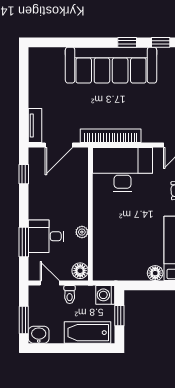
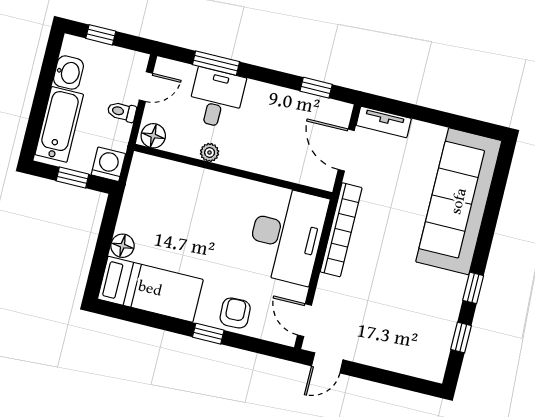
sofa: (111, 65) -> (459, 201), moved
window: (24, 320) -> (101, 35), width x0.67
washbasin: (39, 335) -> (68, 73), moved

